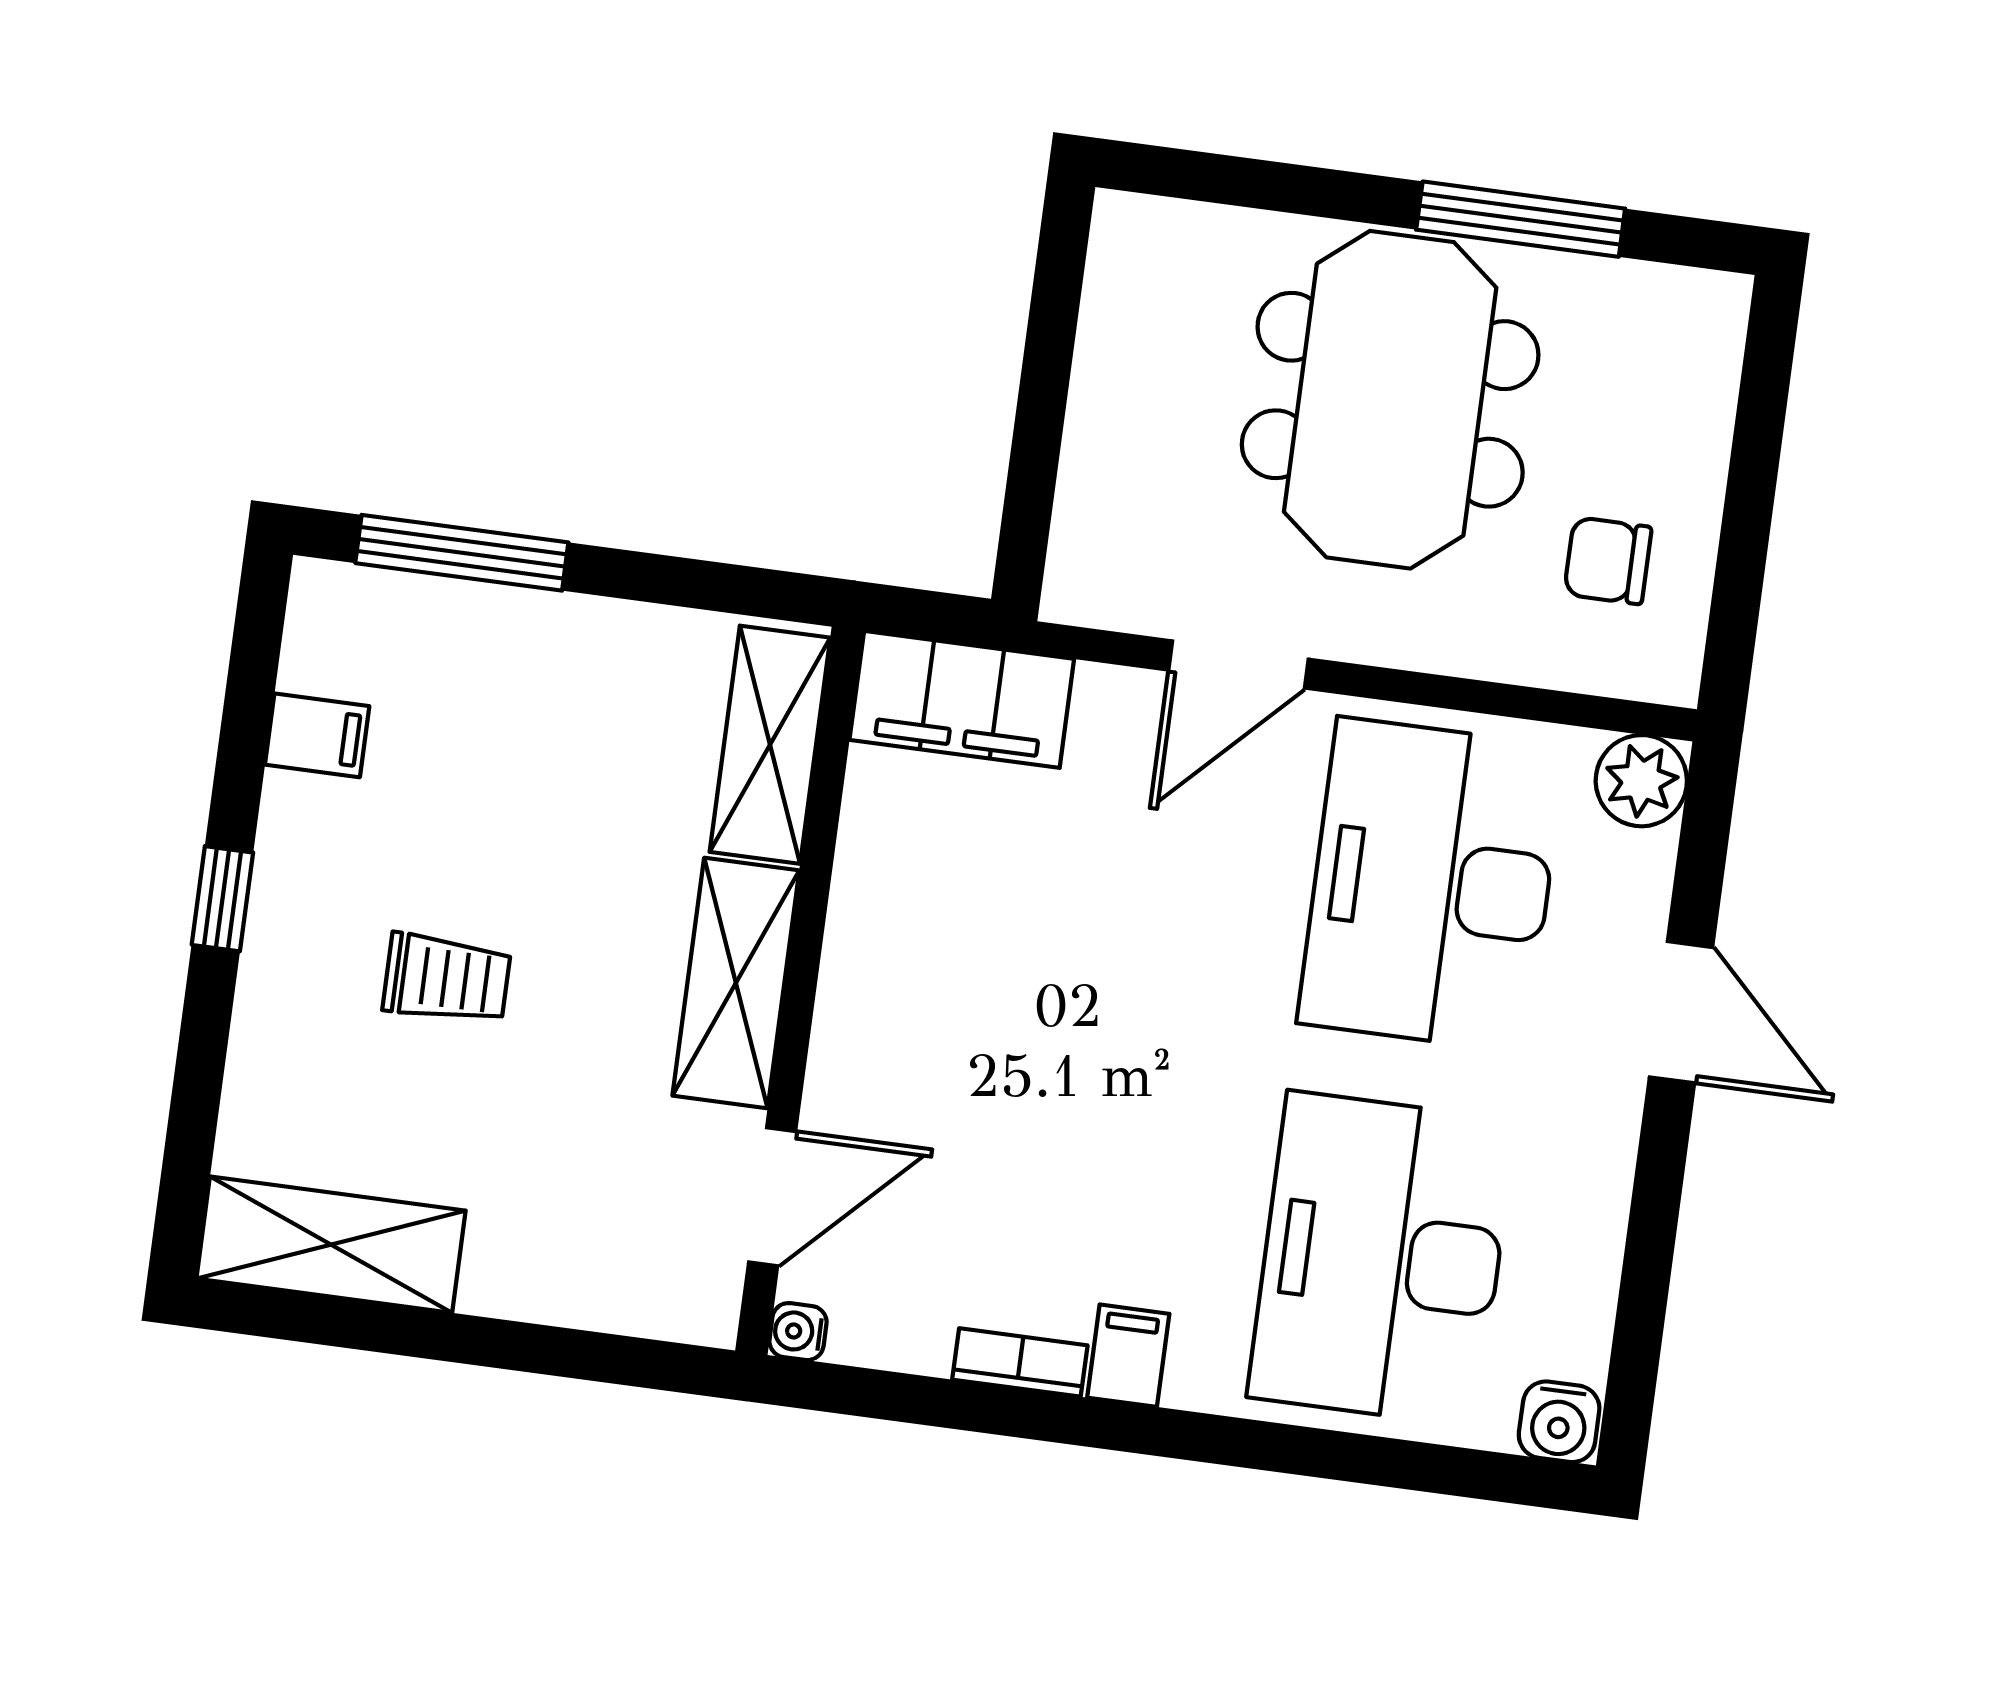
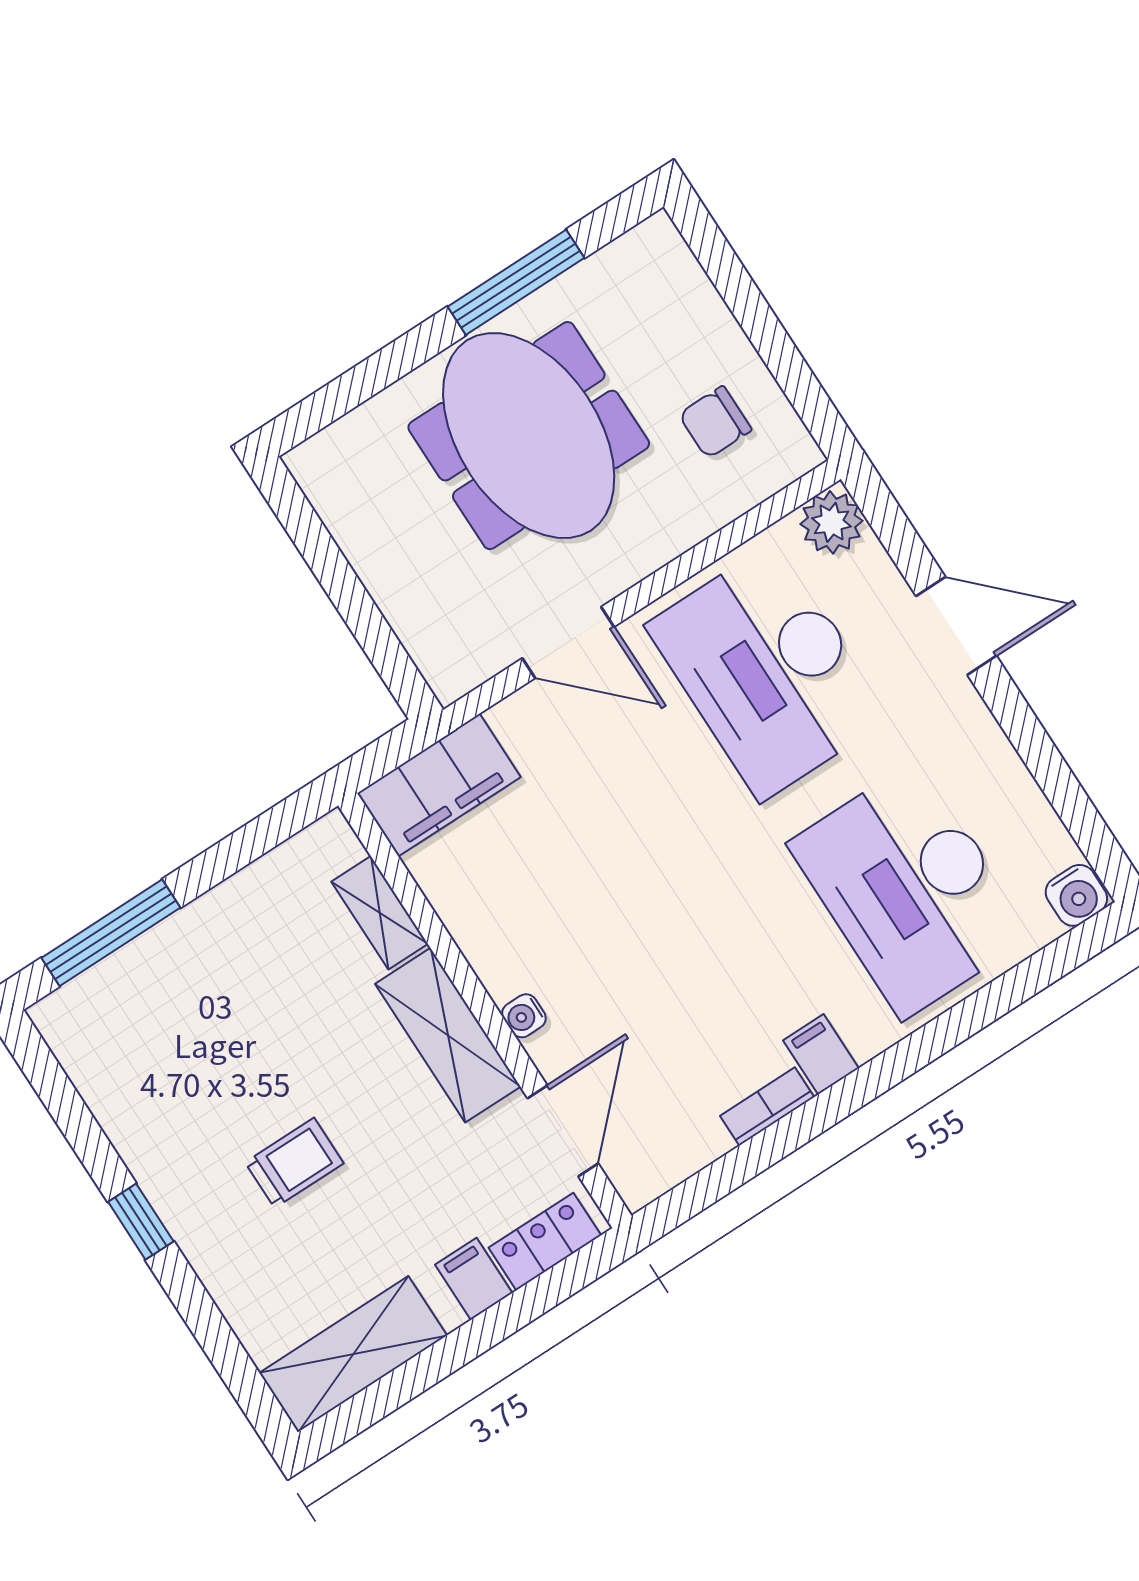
door: (1238, 665) -> (568, 642), hinge flipped
filing cabinet: (317, 735) -> (474, 1279), moved, turned -90
shelving: (770, 745) -> (380, 913), width x0.67, depth x0.75
locker: (648, 1302) -> (545, 1242), added
water cooler: (798, 1332) -> (524, 1016), moved

